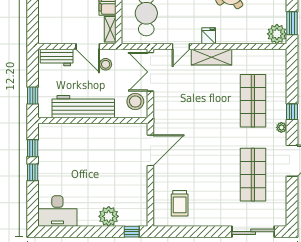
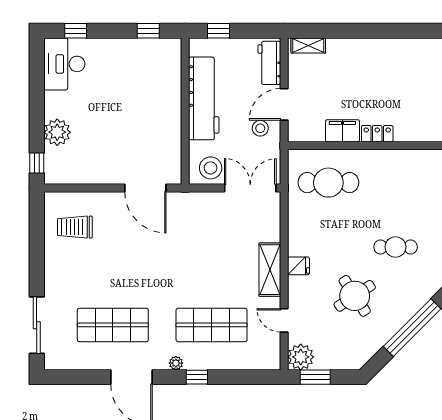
shelving: (110, 29) -> (308, 46), moved
door: (181, 46) -> (284, 320), moved
window: (33, 172) -> (76, 31), moved

